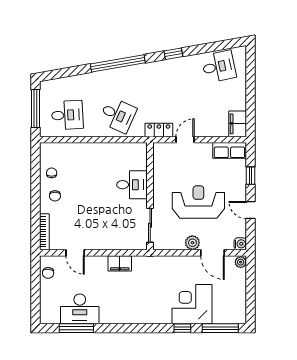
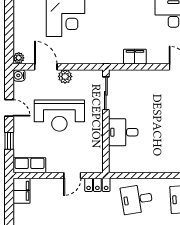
desk: (118, 115) -> (137, 199), turned -33

